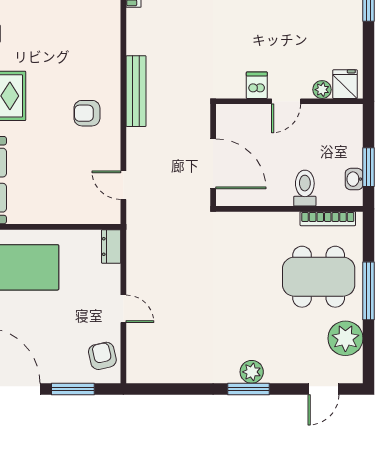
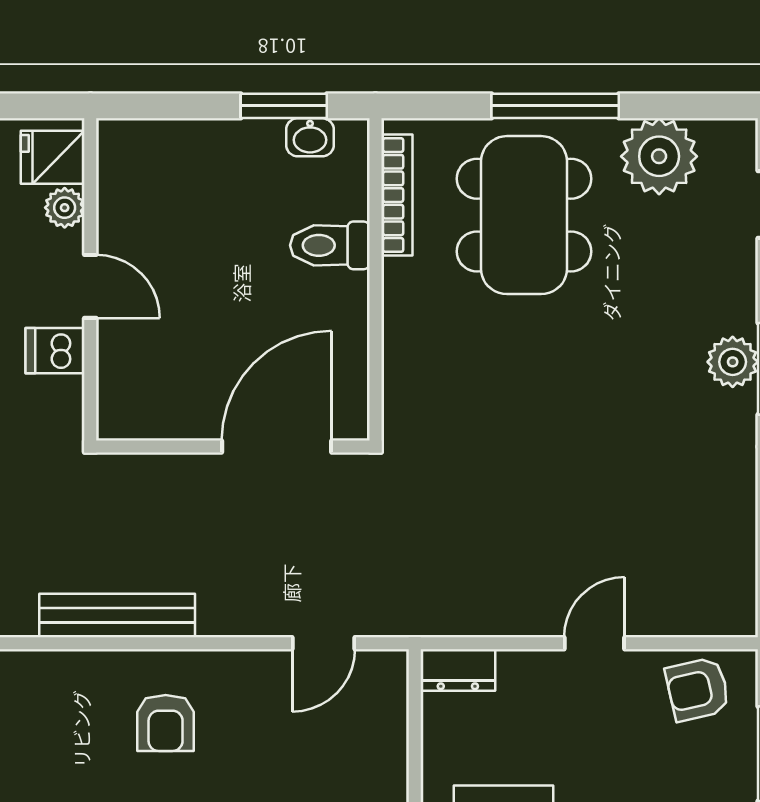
fridge: (345, 84) -> (53, 157), moved
dishwasher: (257, 85) -> (55, 351), moved
plant: (322, 90) -> (65, 208), moved
door: (286, 101) -> (90, 286), moved
wall: (289, 101) -> (90, 279), moved

